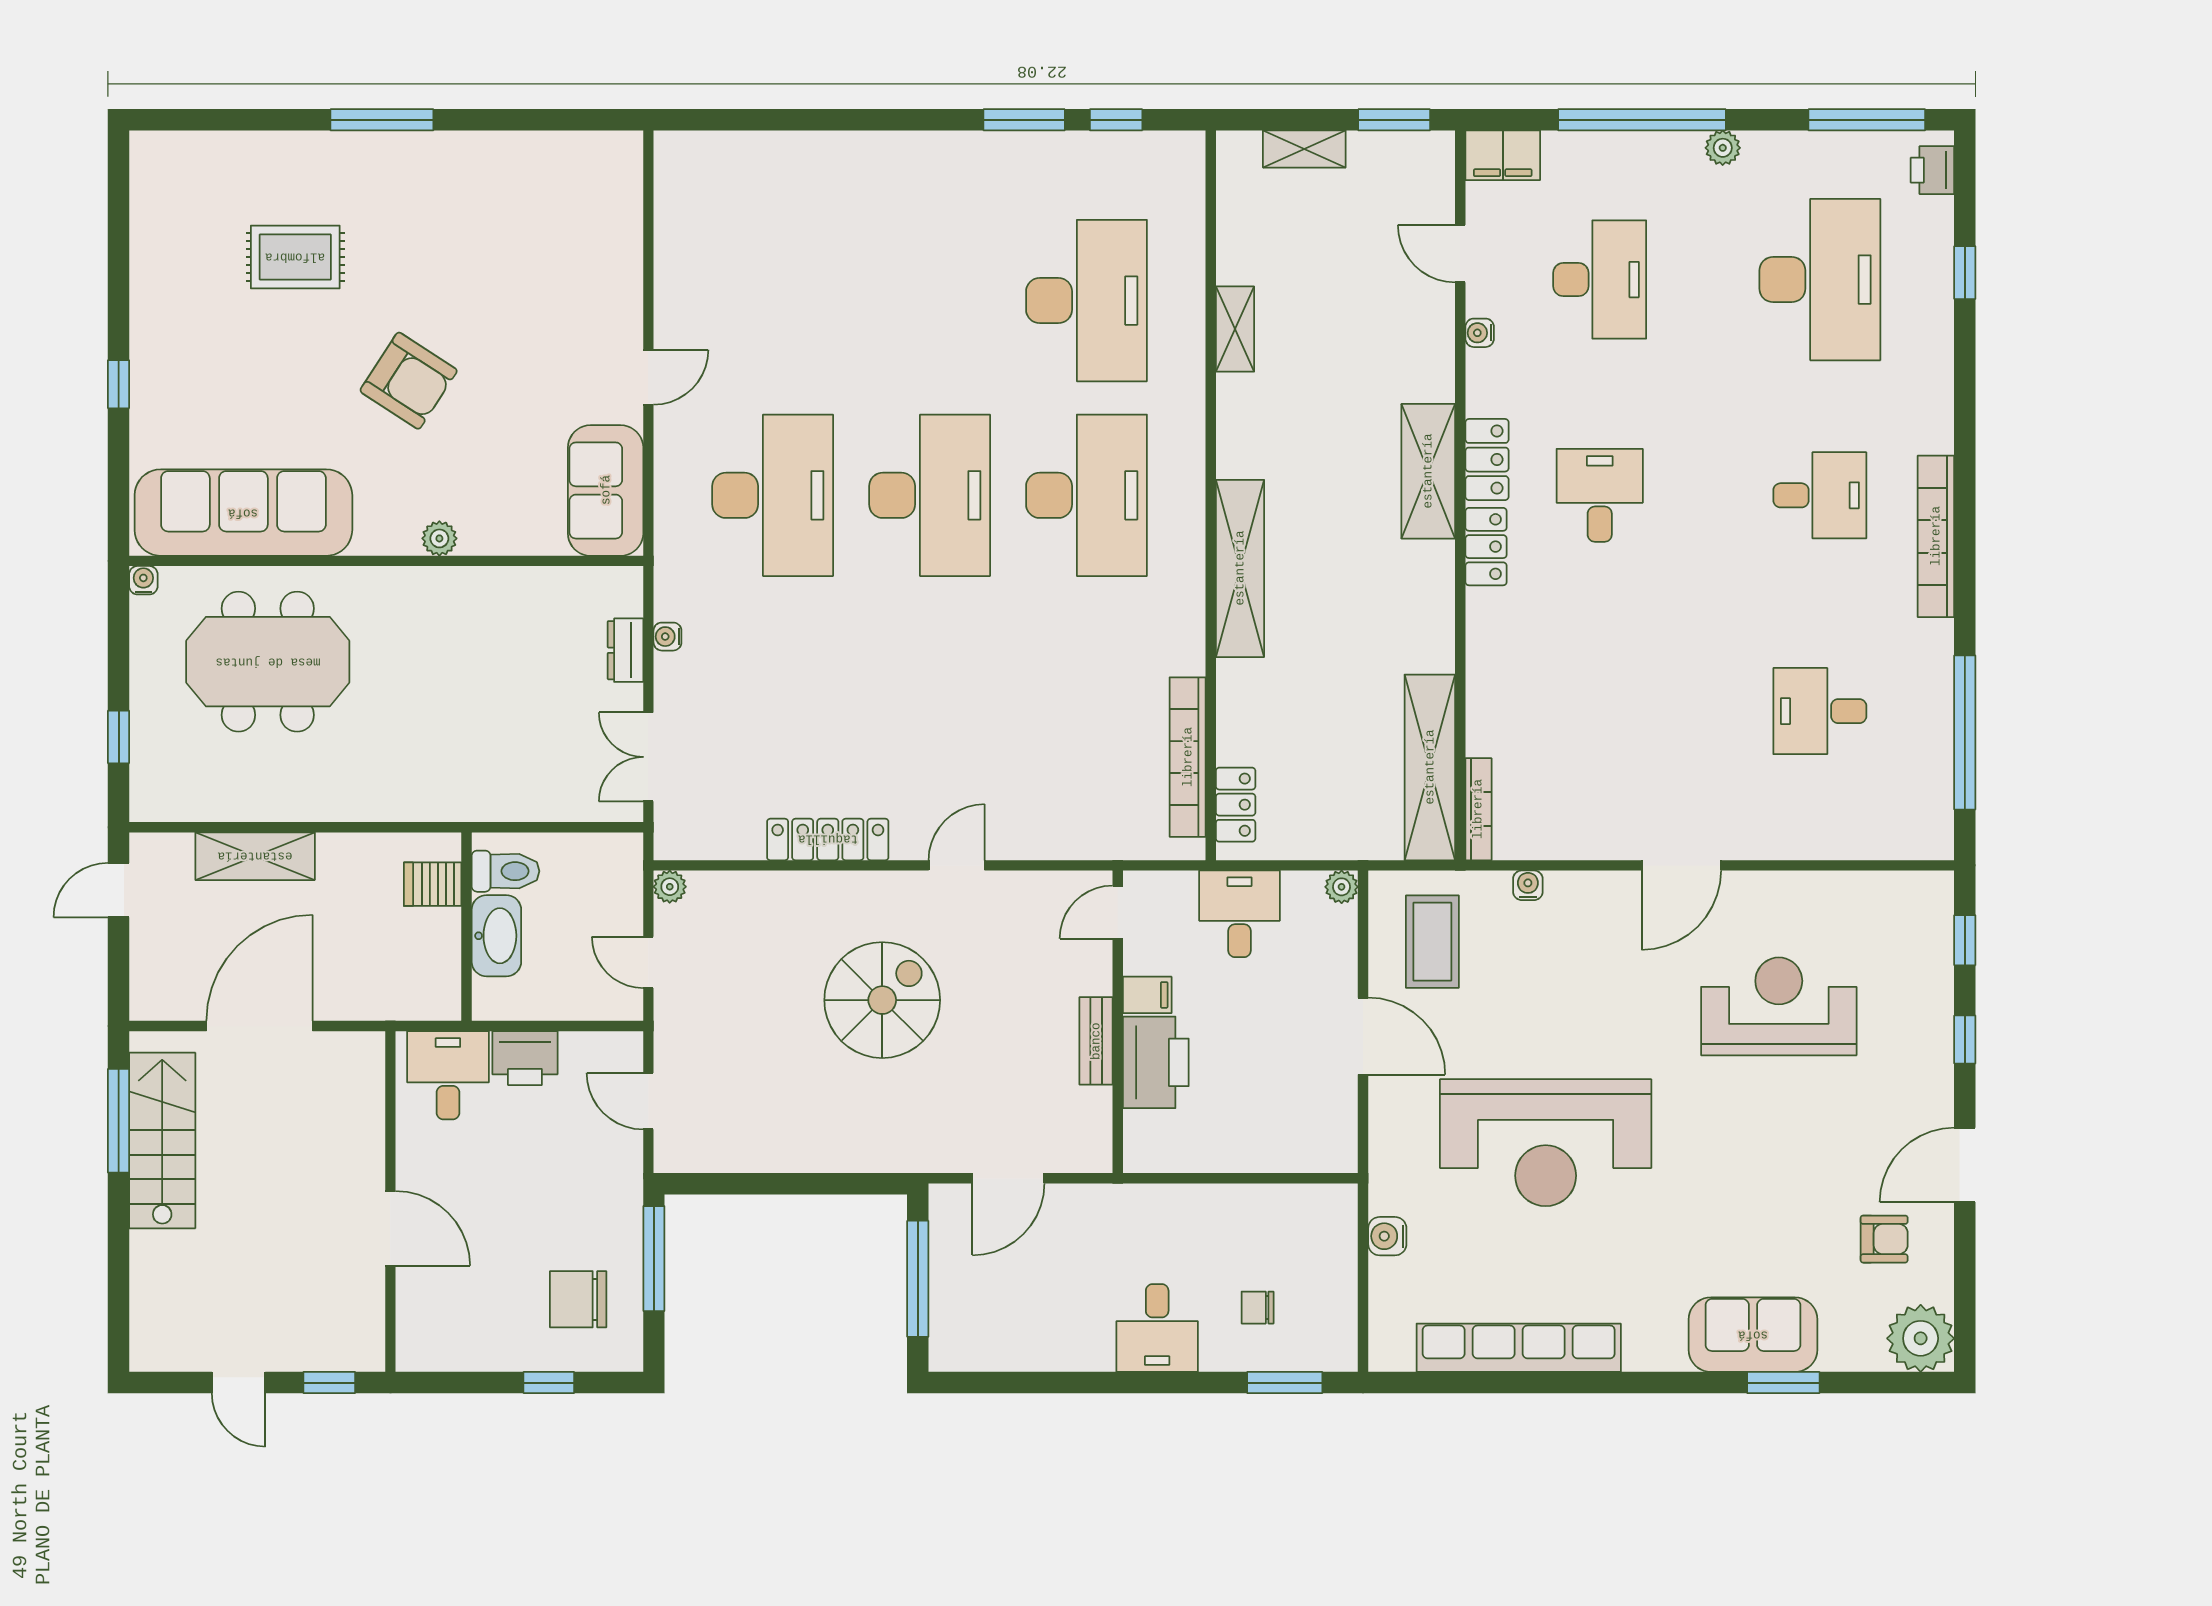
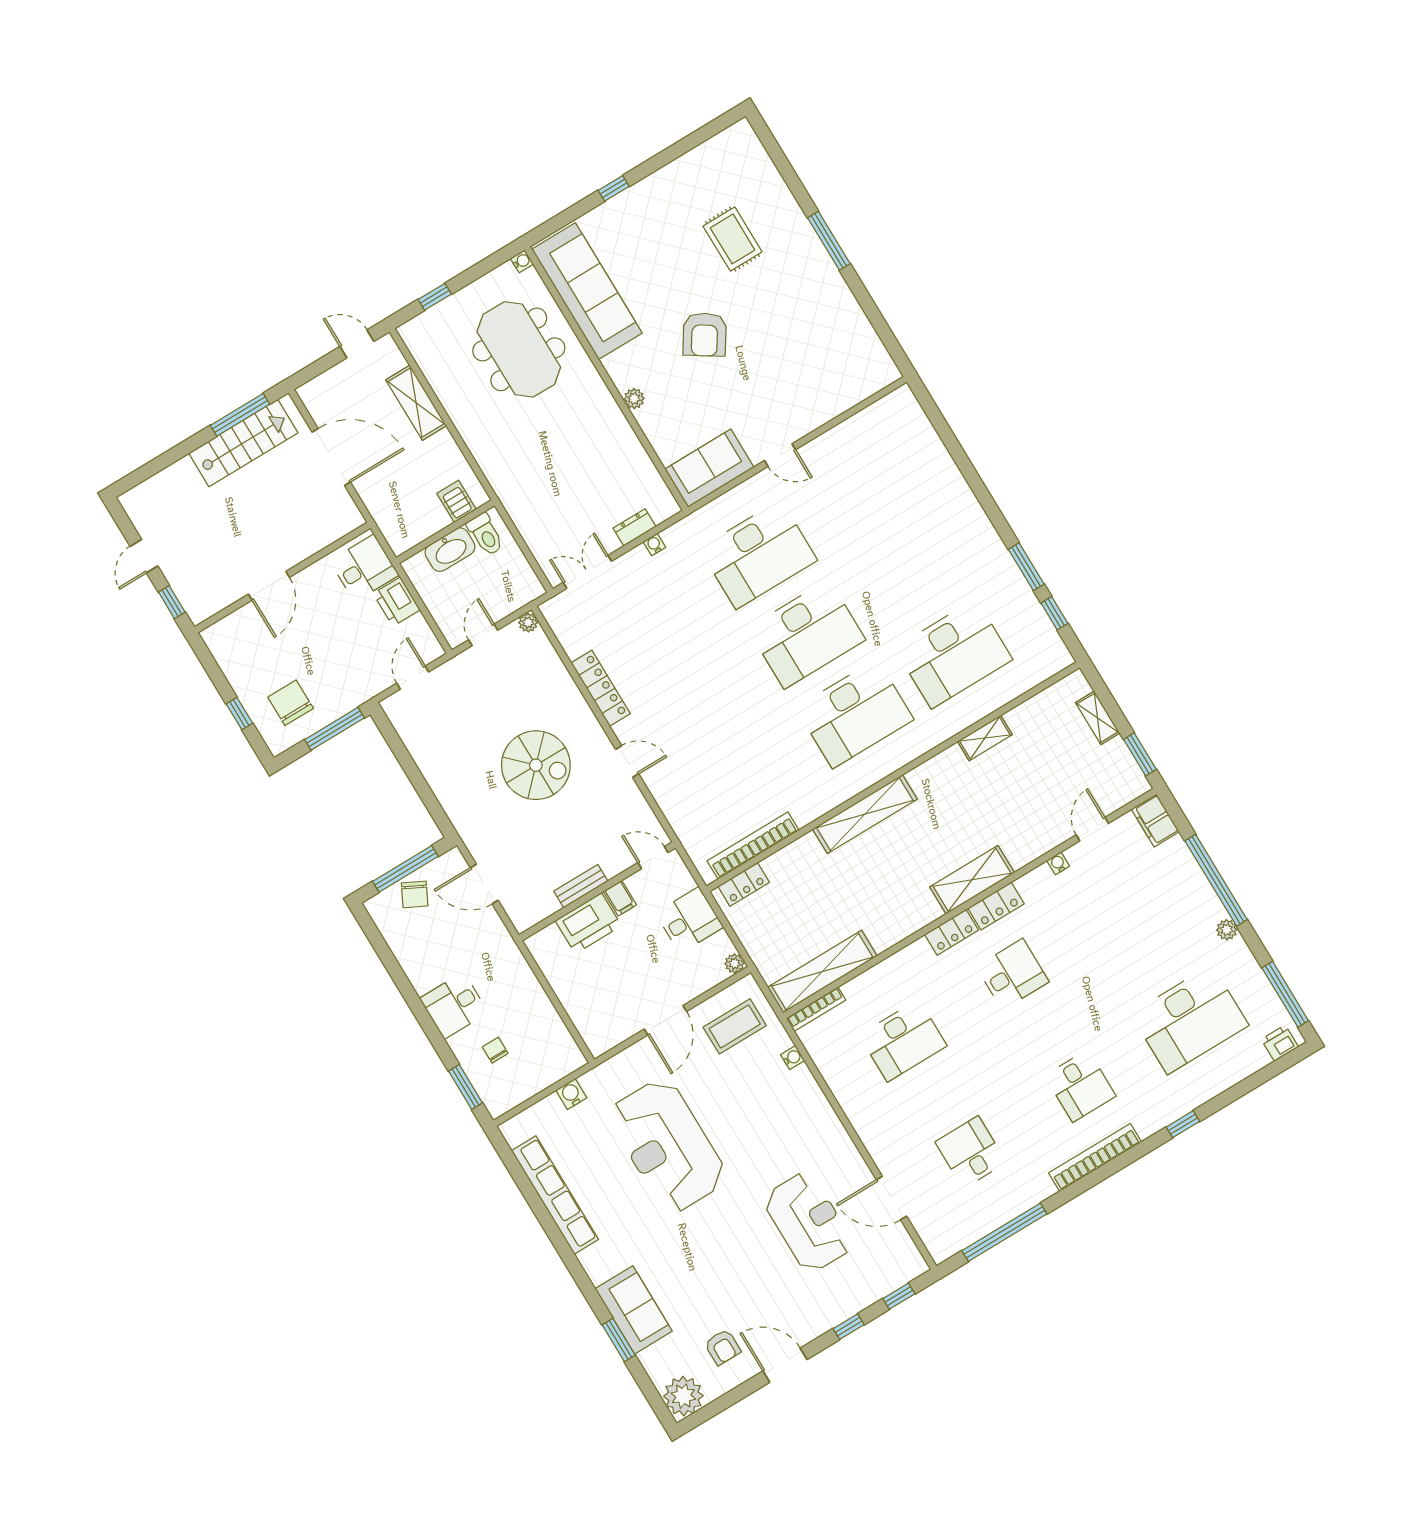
window: (1965, 273) -> (1183, 1124), moved
desk: (1600, 280) -> (903, 1040), moved
door: (1681, 865) -> (891, 1198), moved
chair: (963, 1288) -> (415, 894), added

